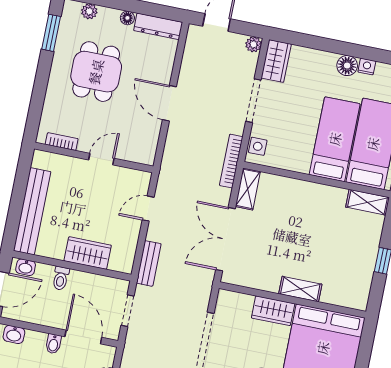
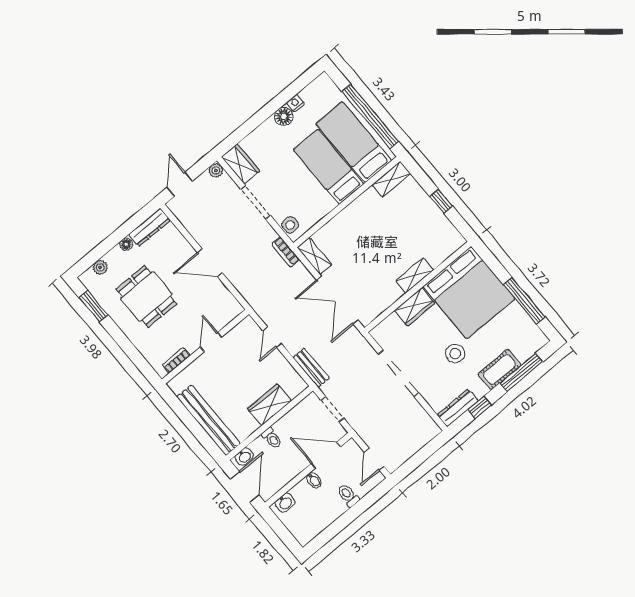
bookcase: (231, 161) -> (286, 252), width x0.64

